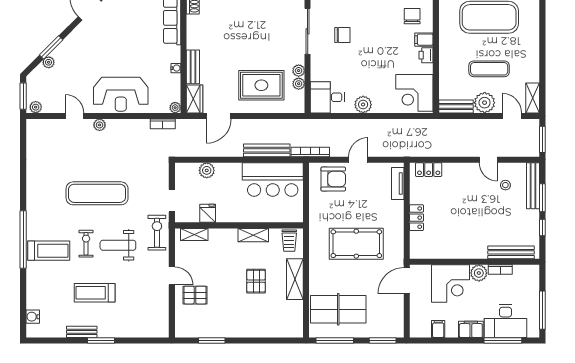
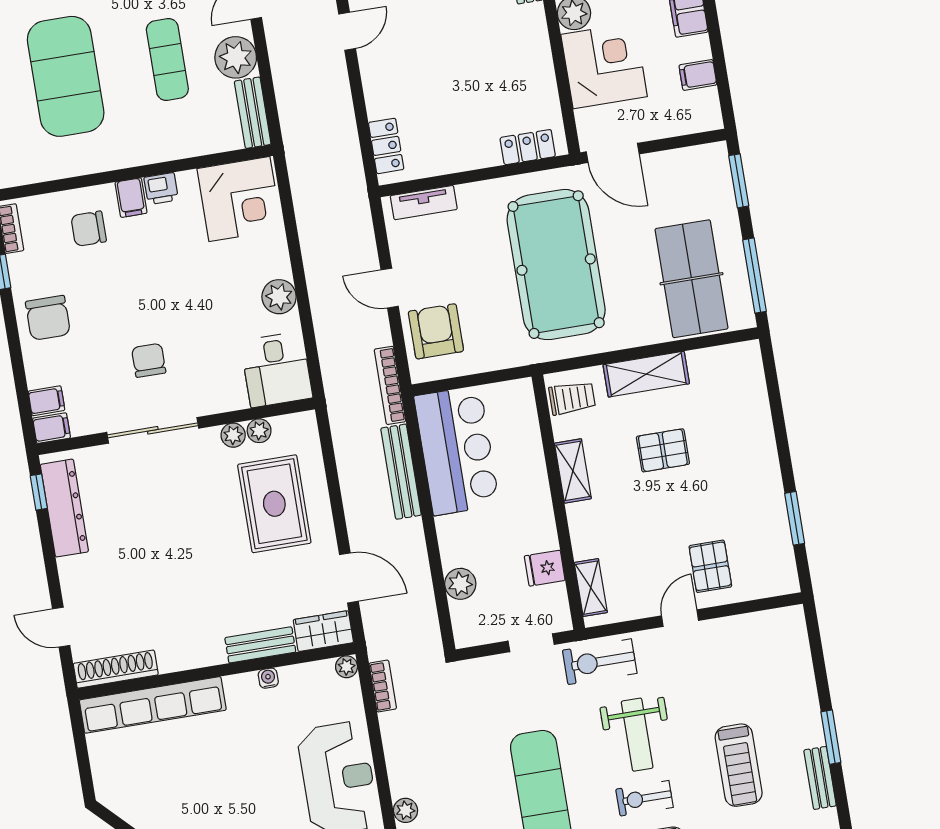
locker: (417, 218) -> (528, 147), moved
pool table: (356, 244) -> (556, 265), width x1.36, depth x1.32

